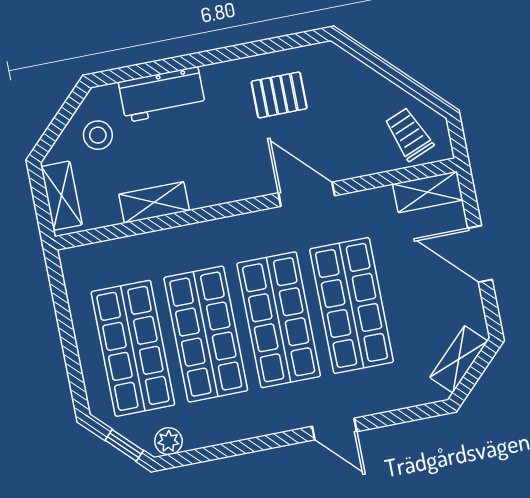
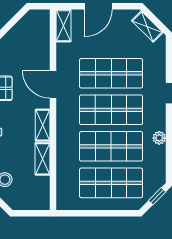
trolley: (409, 134) -> (34, 29), removed
door: (307, 194) -> (53, 84), hinge flipped
shelving: (61, 196) -> (43, 125), moved, turned 90
plant: (168, 441) -> (159, 138), moved

